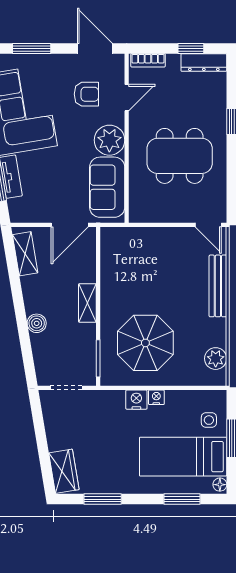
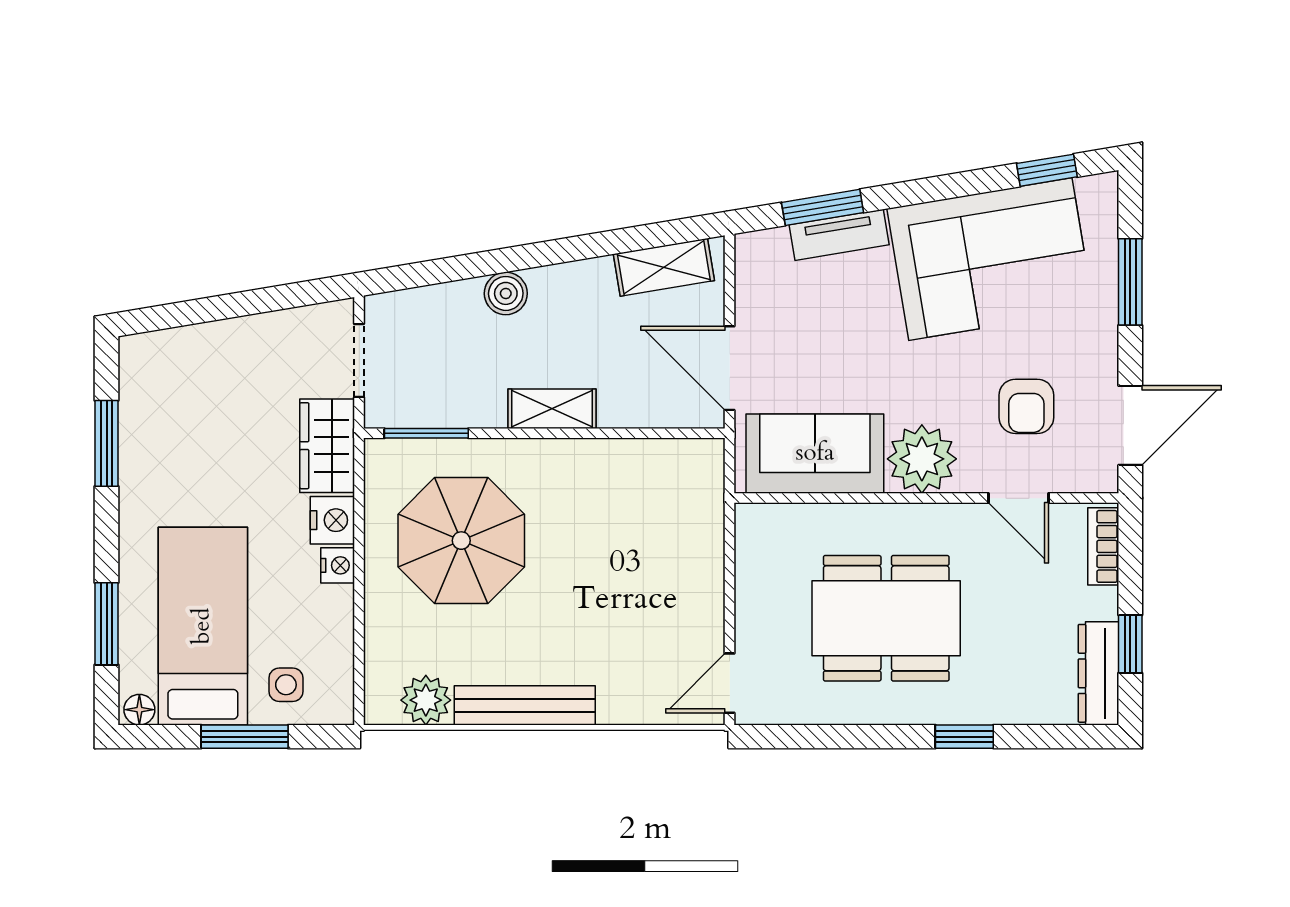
dining table: (180, 156) -> (886, 618), turned 90
bench: (218, 286) -> (525, 705), moved
wardrobe: (64, 471) -> (327, 446), moved, turned 99

